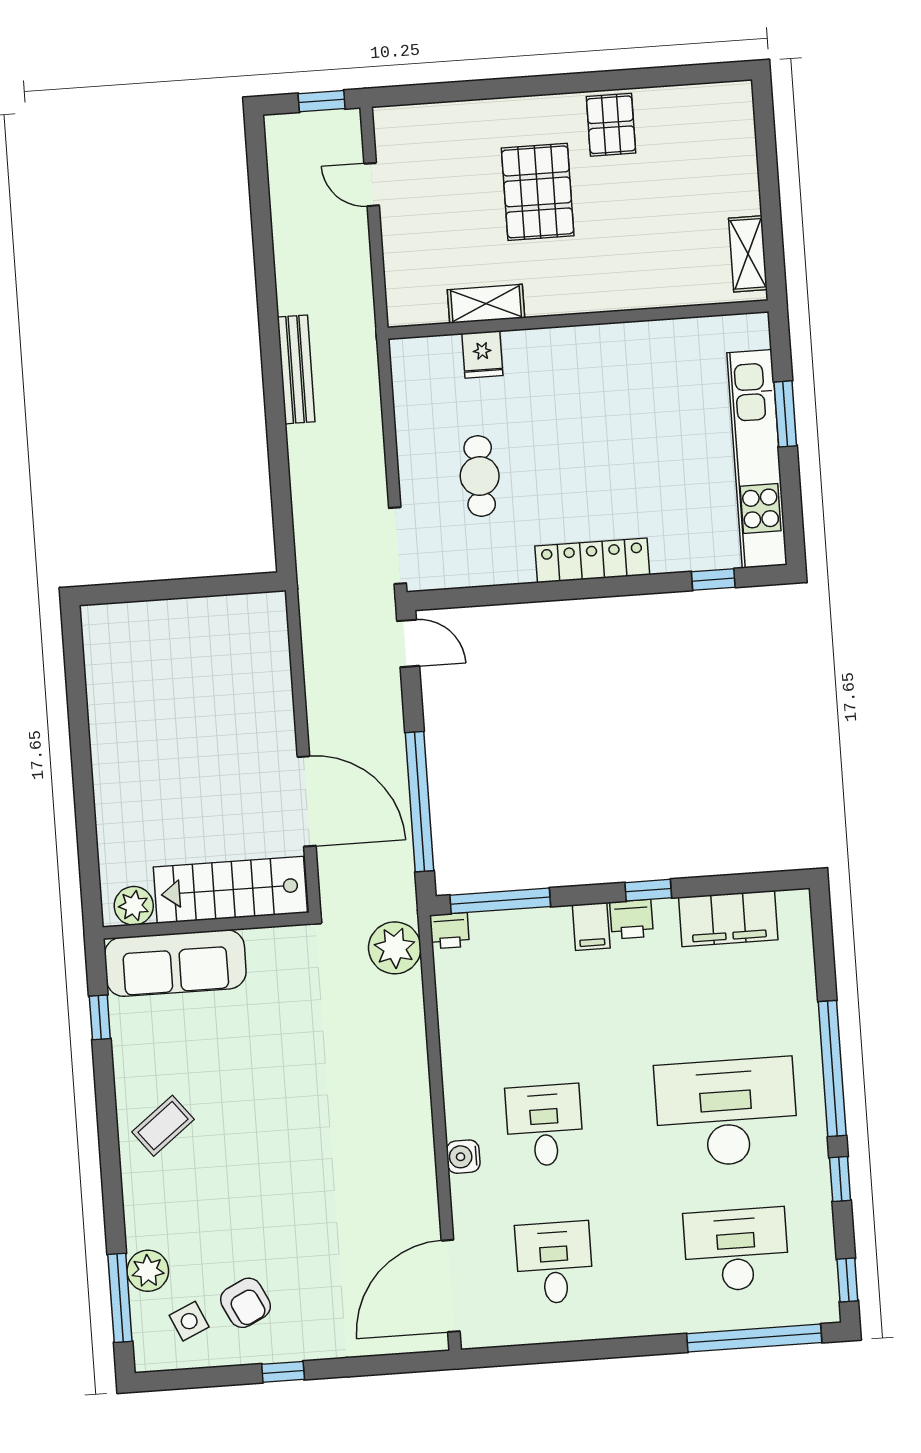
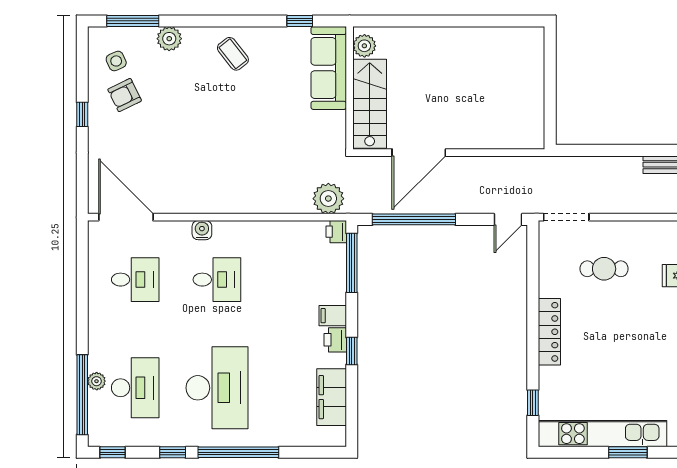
plant: (148, 1271) -> (169, 39), moved
plant: (730, 1316) -> (97, 381), added

